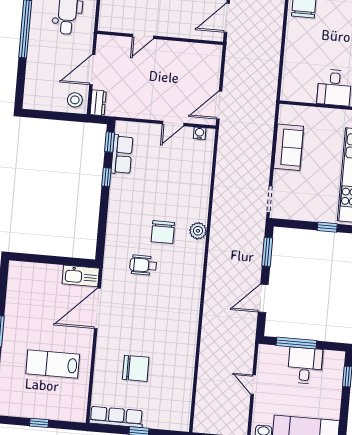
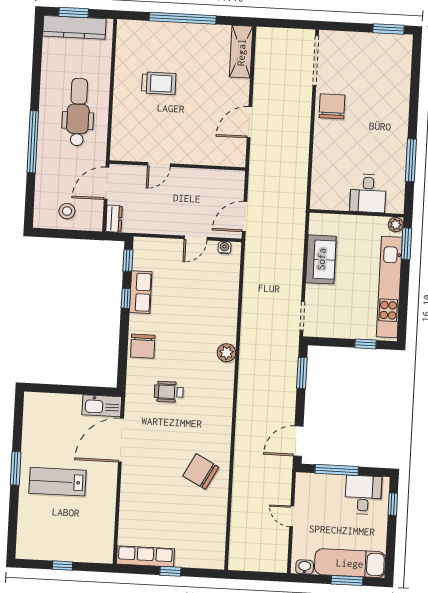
door: (143, 36) -> (159, 165), moved
wall: (160, 38) -> (177, 166), moved
stool: (75, 100) -> (67, 211), moved
row of seats: (122, 155) -> (141, 292), moved
chair: (163, 232) -> (143, 346), moved
door: (263, 298) -> (298, 441), moved
lab bench: (53, 364) -> (57, 482), moved
desk: (305, 366) -> (363, 495), moved
chair: (136, 368) -> (201, 472), moved, turned -152

